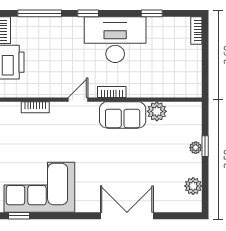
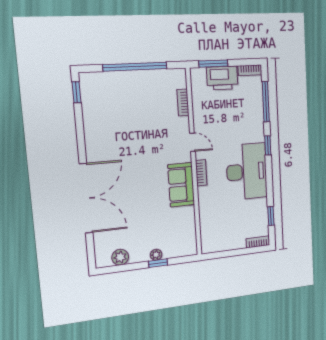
window: (152, 13) -> (271, 216), moved
plant: (157, 111) -> (186, 216), removed
corner sofa: (39, 187) -> (107, 111), removed
double door: (127, 216) -> (86, 198), width x1.36

